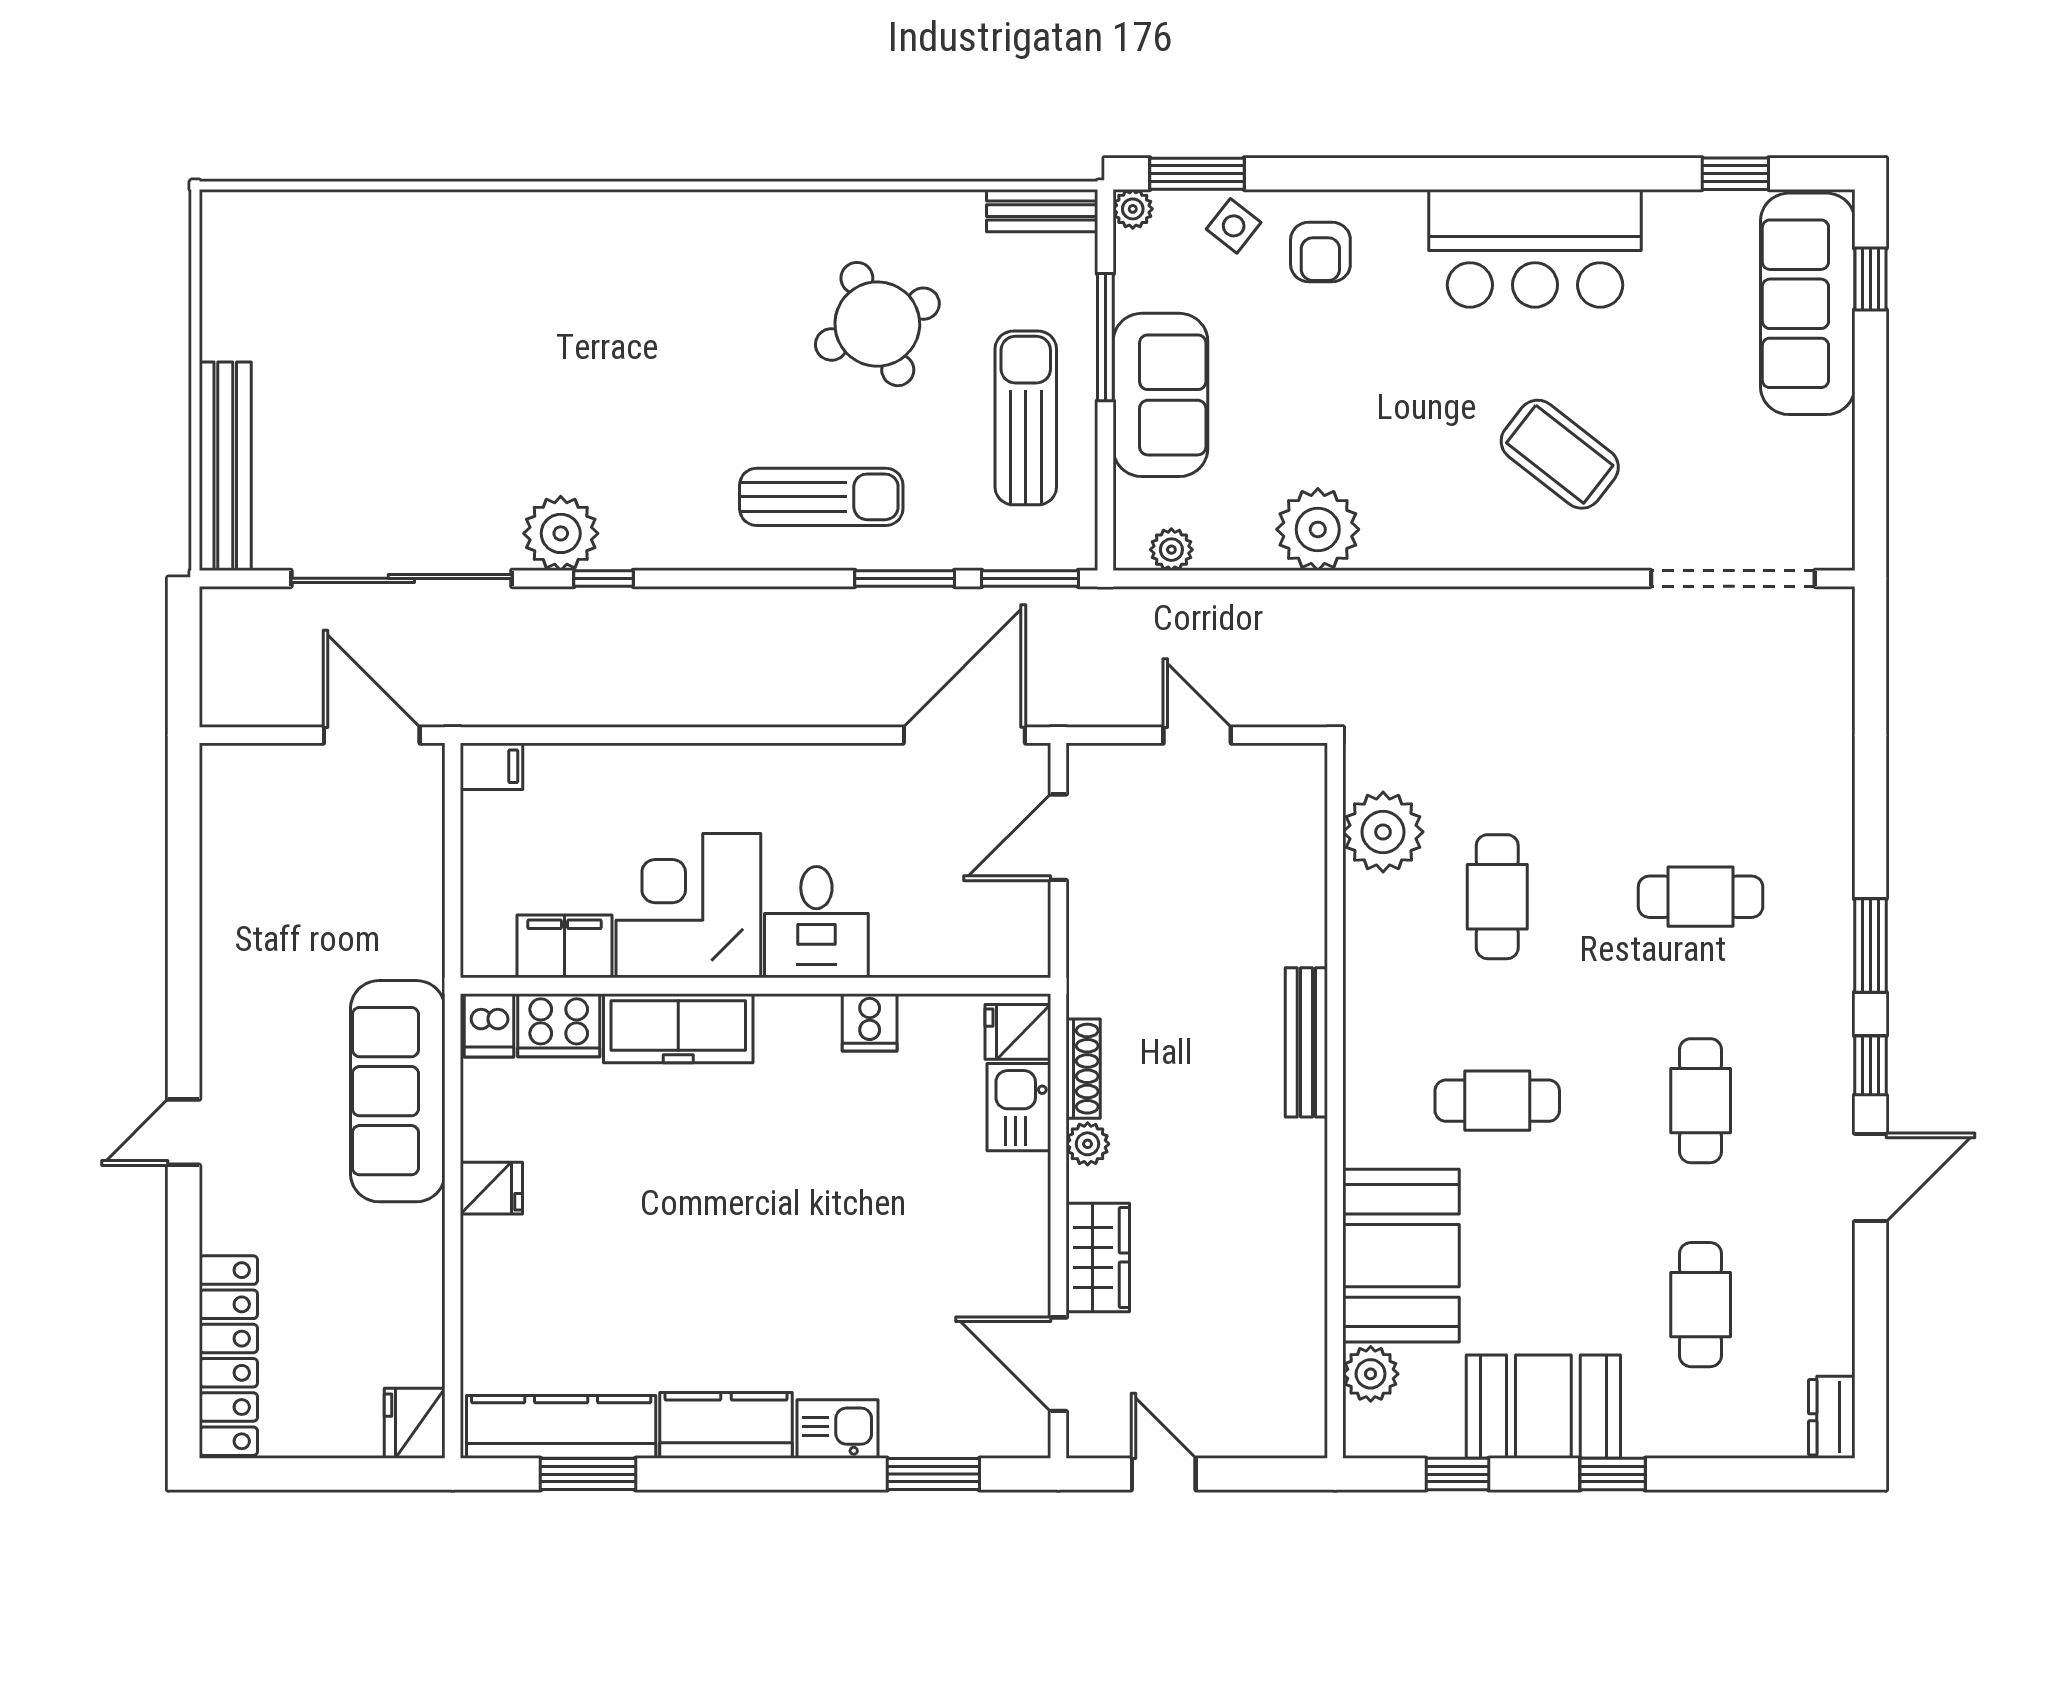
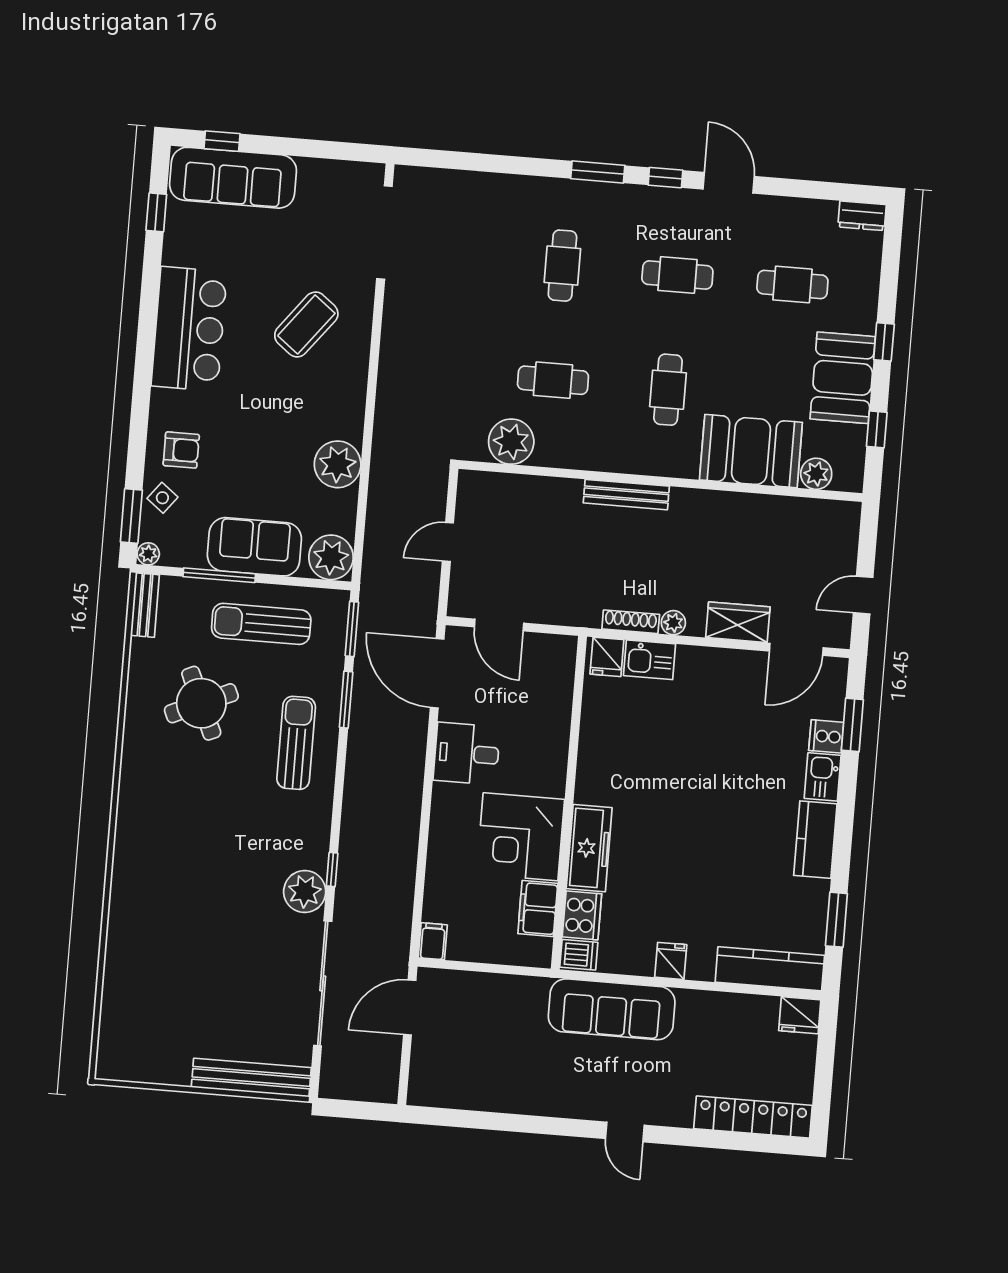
plant: (1171, 550) -> (331, 557), width x1.88, depth x1.88
desk: (816, 922) -> (467, 754), moved, turned 180
cooker: (870, 1022) -> (826, 736), moved, turned 180
kitchen counter: (561, 1427) -> (770, 969), moved, turned 90

